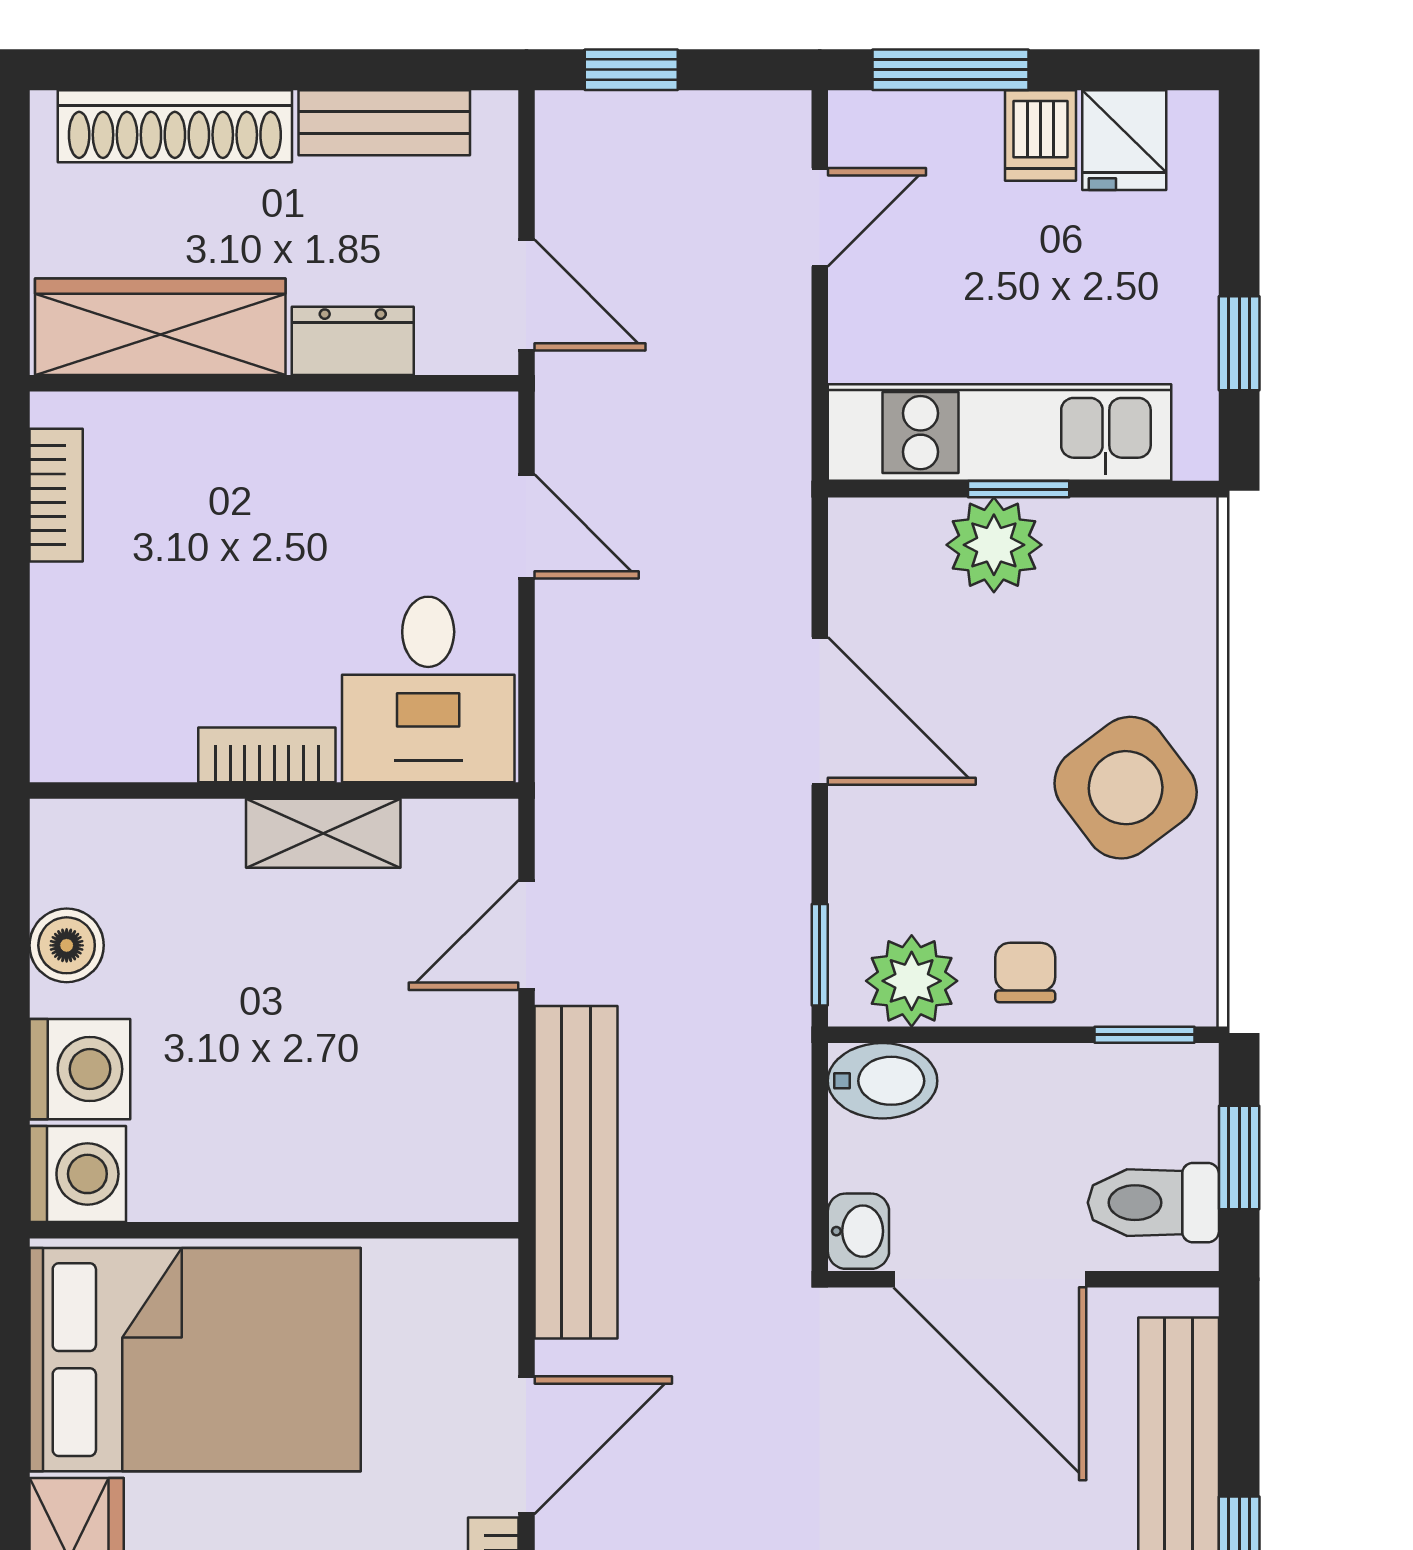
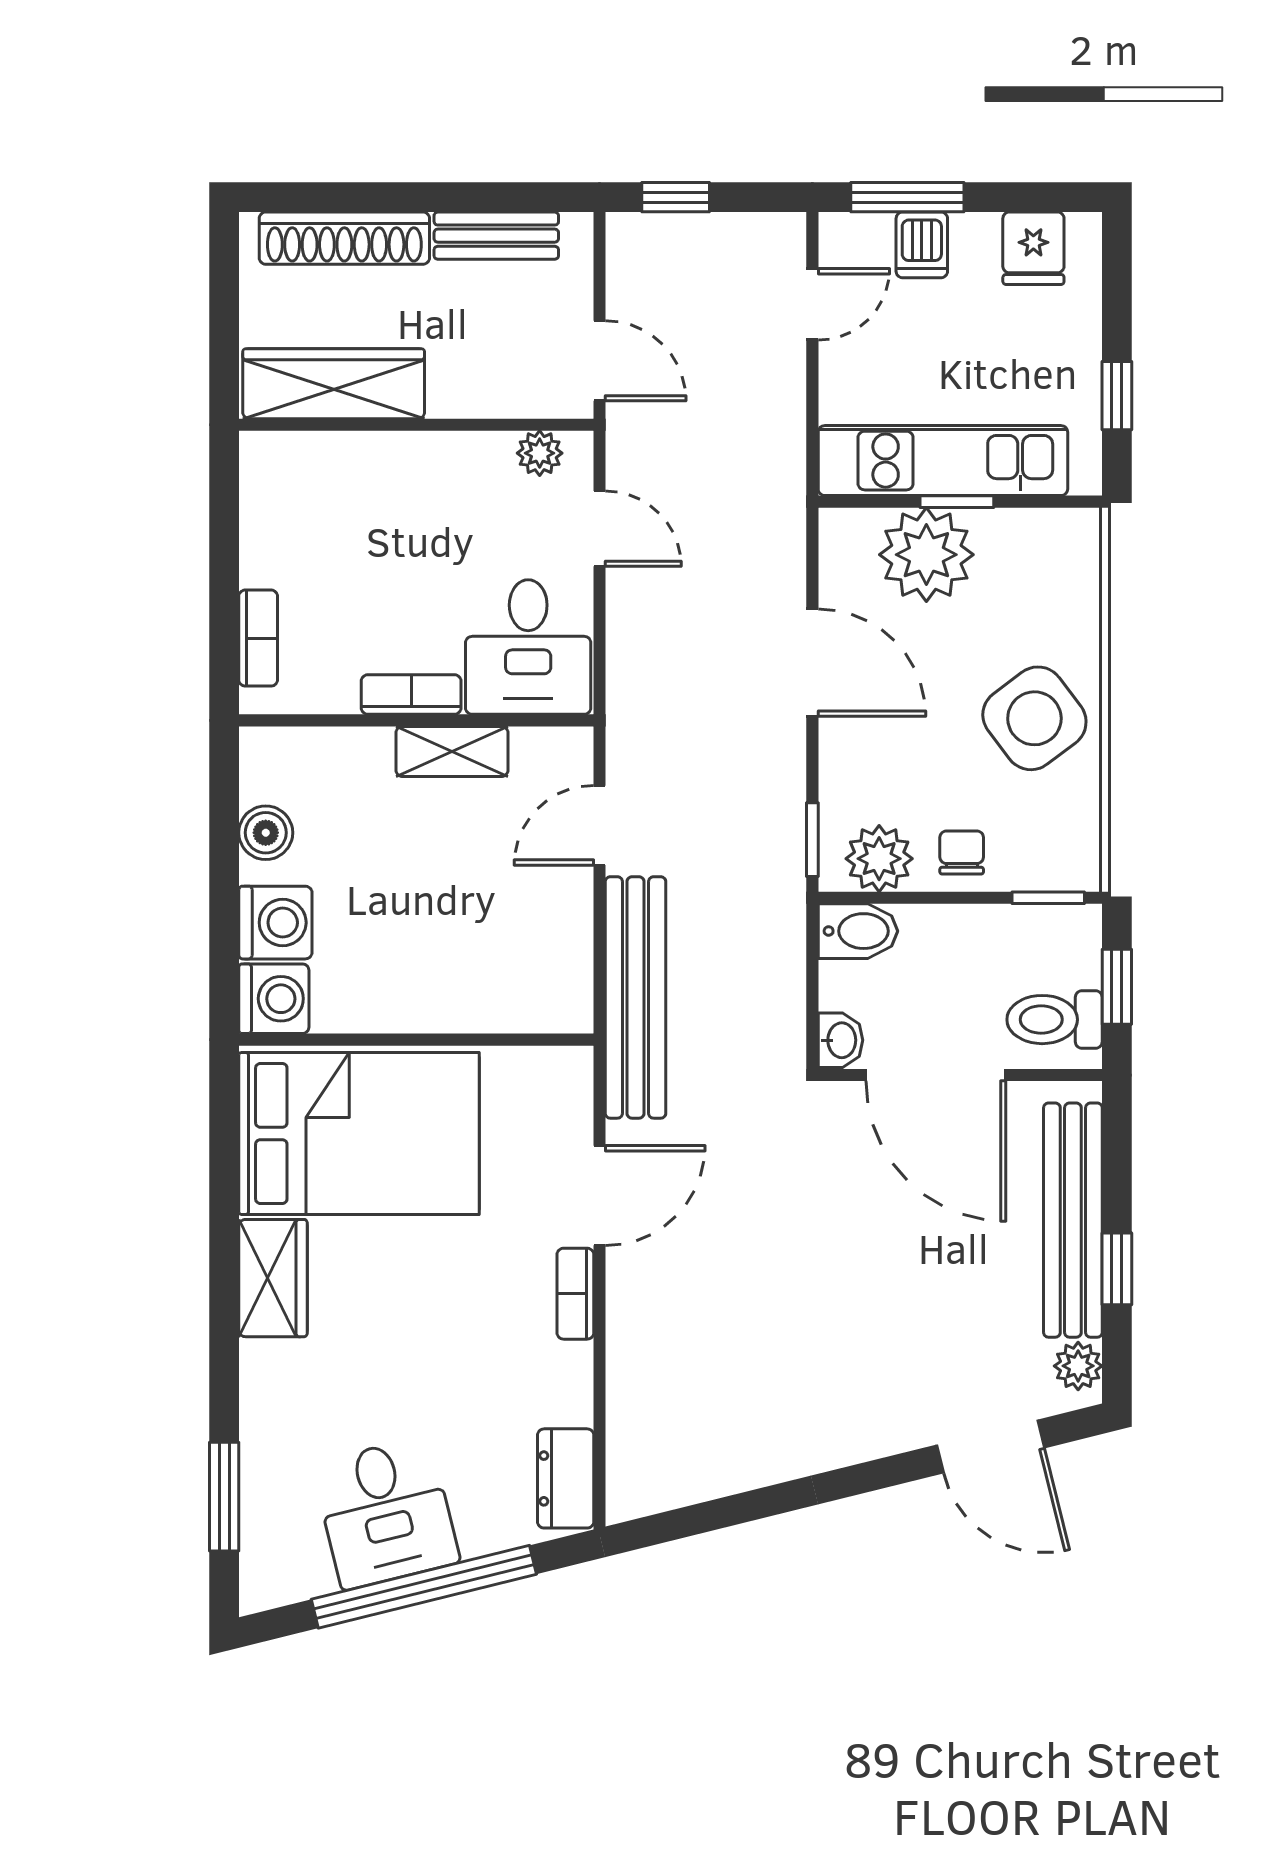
dishwasher: (1040, 135) -> (922, 245), moved
dresser: (353, 341) -> (473, 394), removed
plant: (444, 422) -> (540, 453), added
bookcase: (56, 495) -> (258, 638), moved
plant: (994, 545) -> (926, 555), width x1.36, depth x1.36

